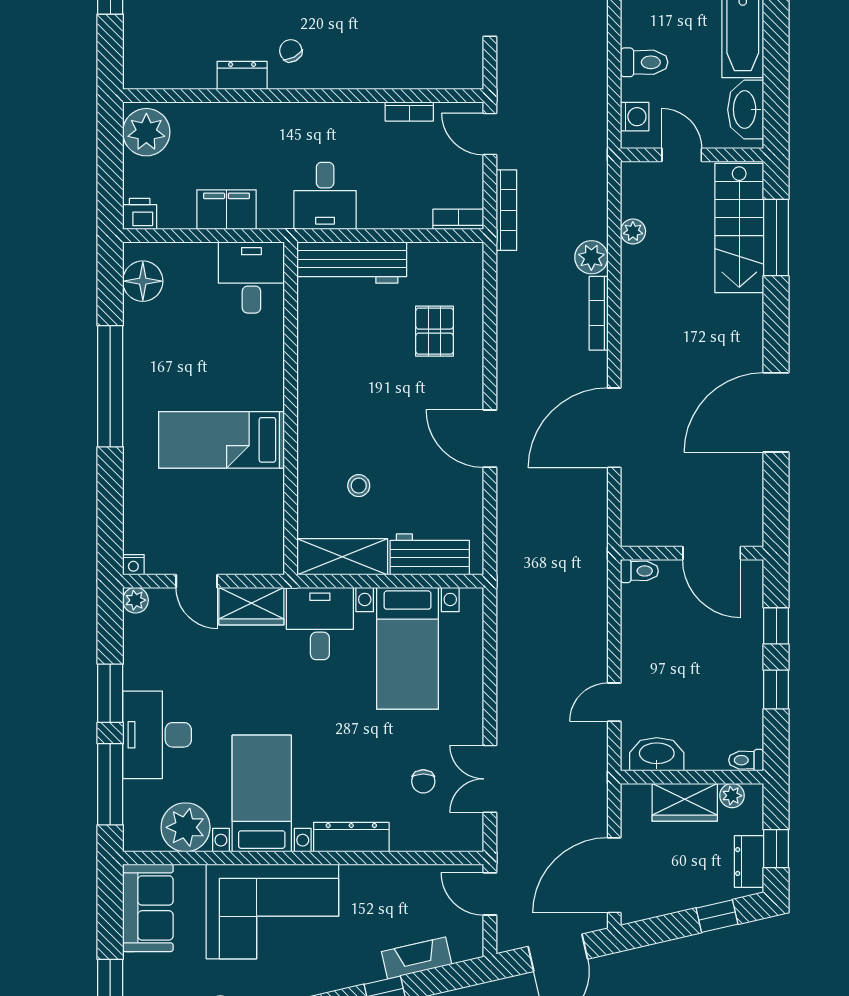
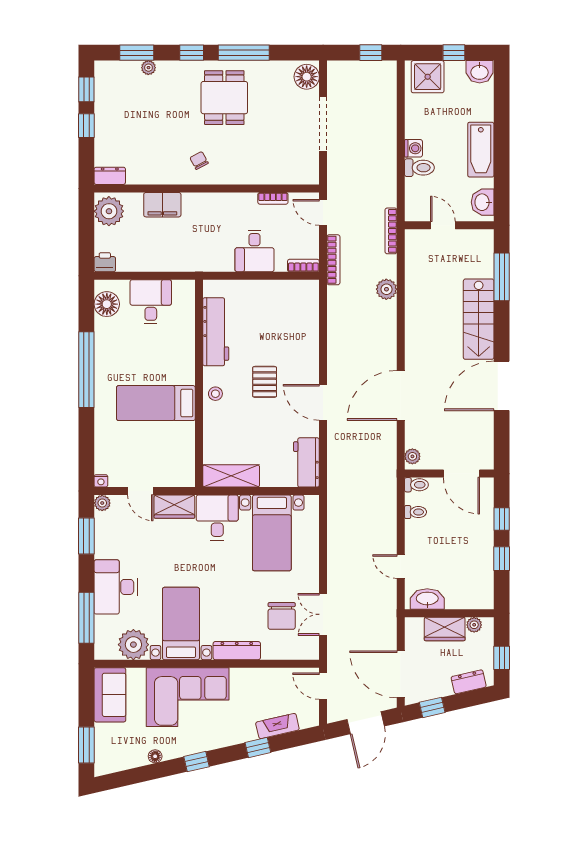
dresser: (242, 75) -> (110, 176), moved
washbasin: (746, 110) -> (483, 202), width x0.72
washing machine: (635, 117) -> (413, 148), moved
desk: (325, 196) -> (255, 251), moved
filing cabinet: (226, 210) -> (162, 205), moved, turned 180
stairs: (739, 228) -> (479, 319), moved
plant: (633, 231) -> (412, 456), moved
workbench: (352, 263) -> (216, 332), moved, turned -90
desk: (251, 277) -> (151, 302), moved
bookcase: (599, 313) -> (391, 231), moved
pallet: (435, 331) -> (265, 382), moved
stool: (359, 486) -> (215, 394), moved
workbench: (430, 554) -> (306, 462), moved, turned -90
window: (110, 693) -> (86, 536), moved
door: (614, 702) -> (401, 567), hinge flipped
toilet: (746, 760) -> (415, 512), moved, turned 180
chair: (423, 781) -> (282, 616), width x1.87, depth x1.87
dresser: (749, 862) -> (469, 682), moved, turned 77
door: (614, 875) -> (401, 674), hinge flipped
window: (717, 916) -> (432, 707), moved

